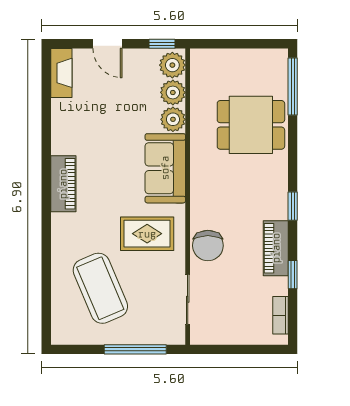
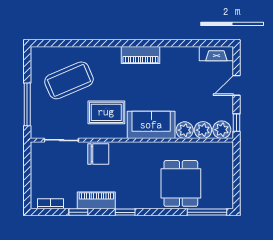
rug: (147, 234) -> (106, 112), turned 90
chair: (208, 246) -> (98, 154), turned 180

